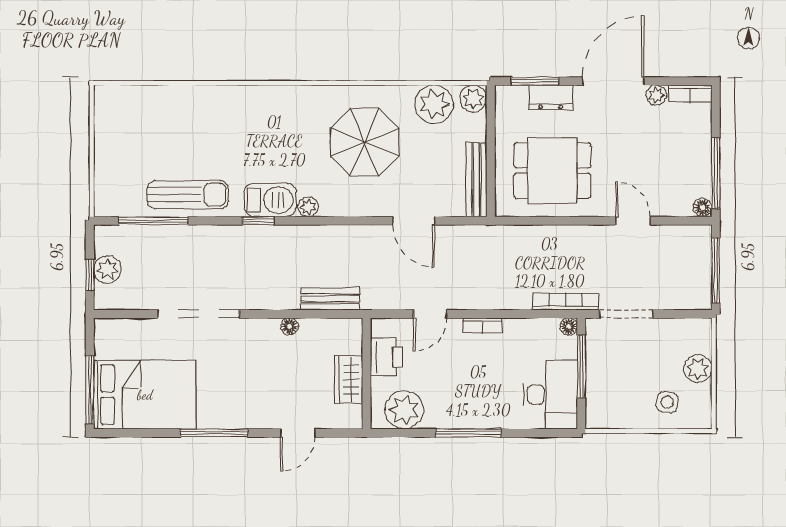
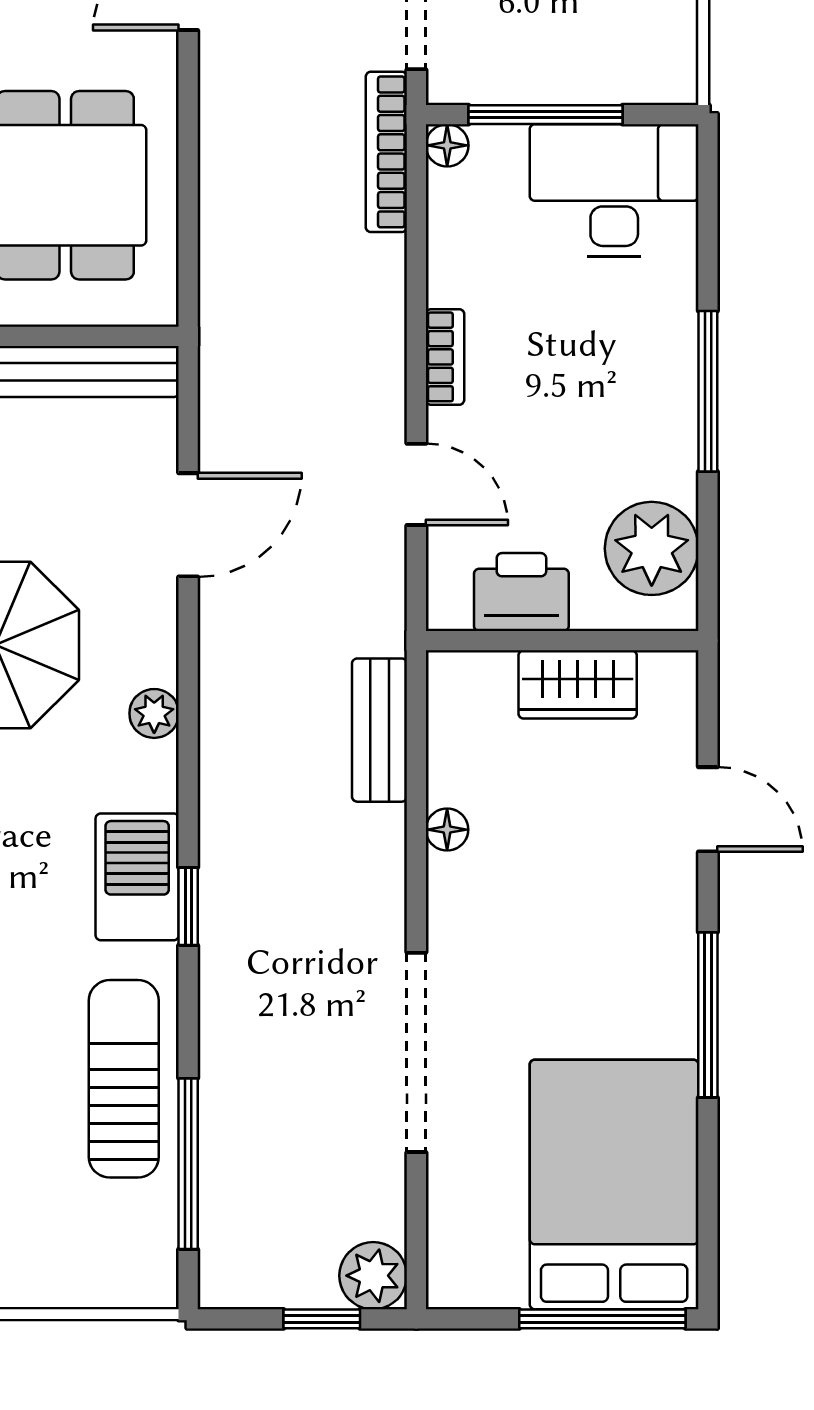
plant: (308, 207) -> (154, 713), moved
plant: (107, 269) -> (373, 1276), moved

